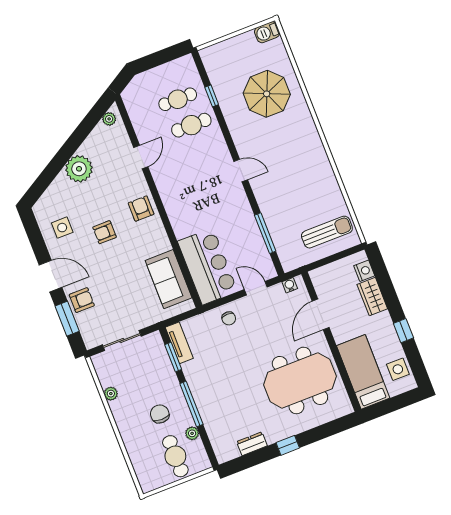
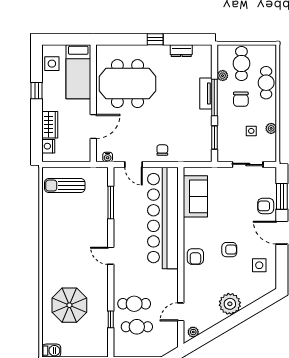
door: (141, 157) -> (181, 312), moved
bar counter: (208, 266) -> (163, 218), width x1.86
tv unit: (179, 343) -> (206, 94), moved
side table: (133, 381) -> (251, 131), added
cafe table: (138, 445) -> (266, 83), added

